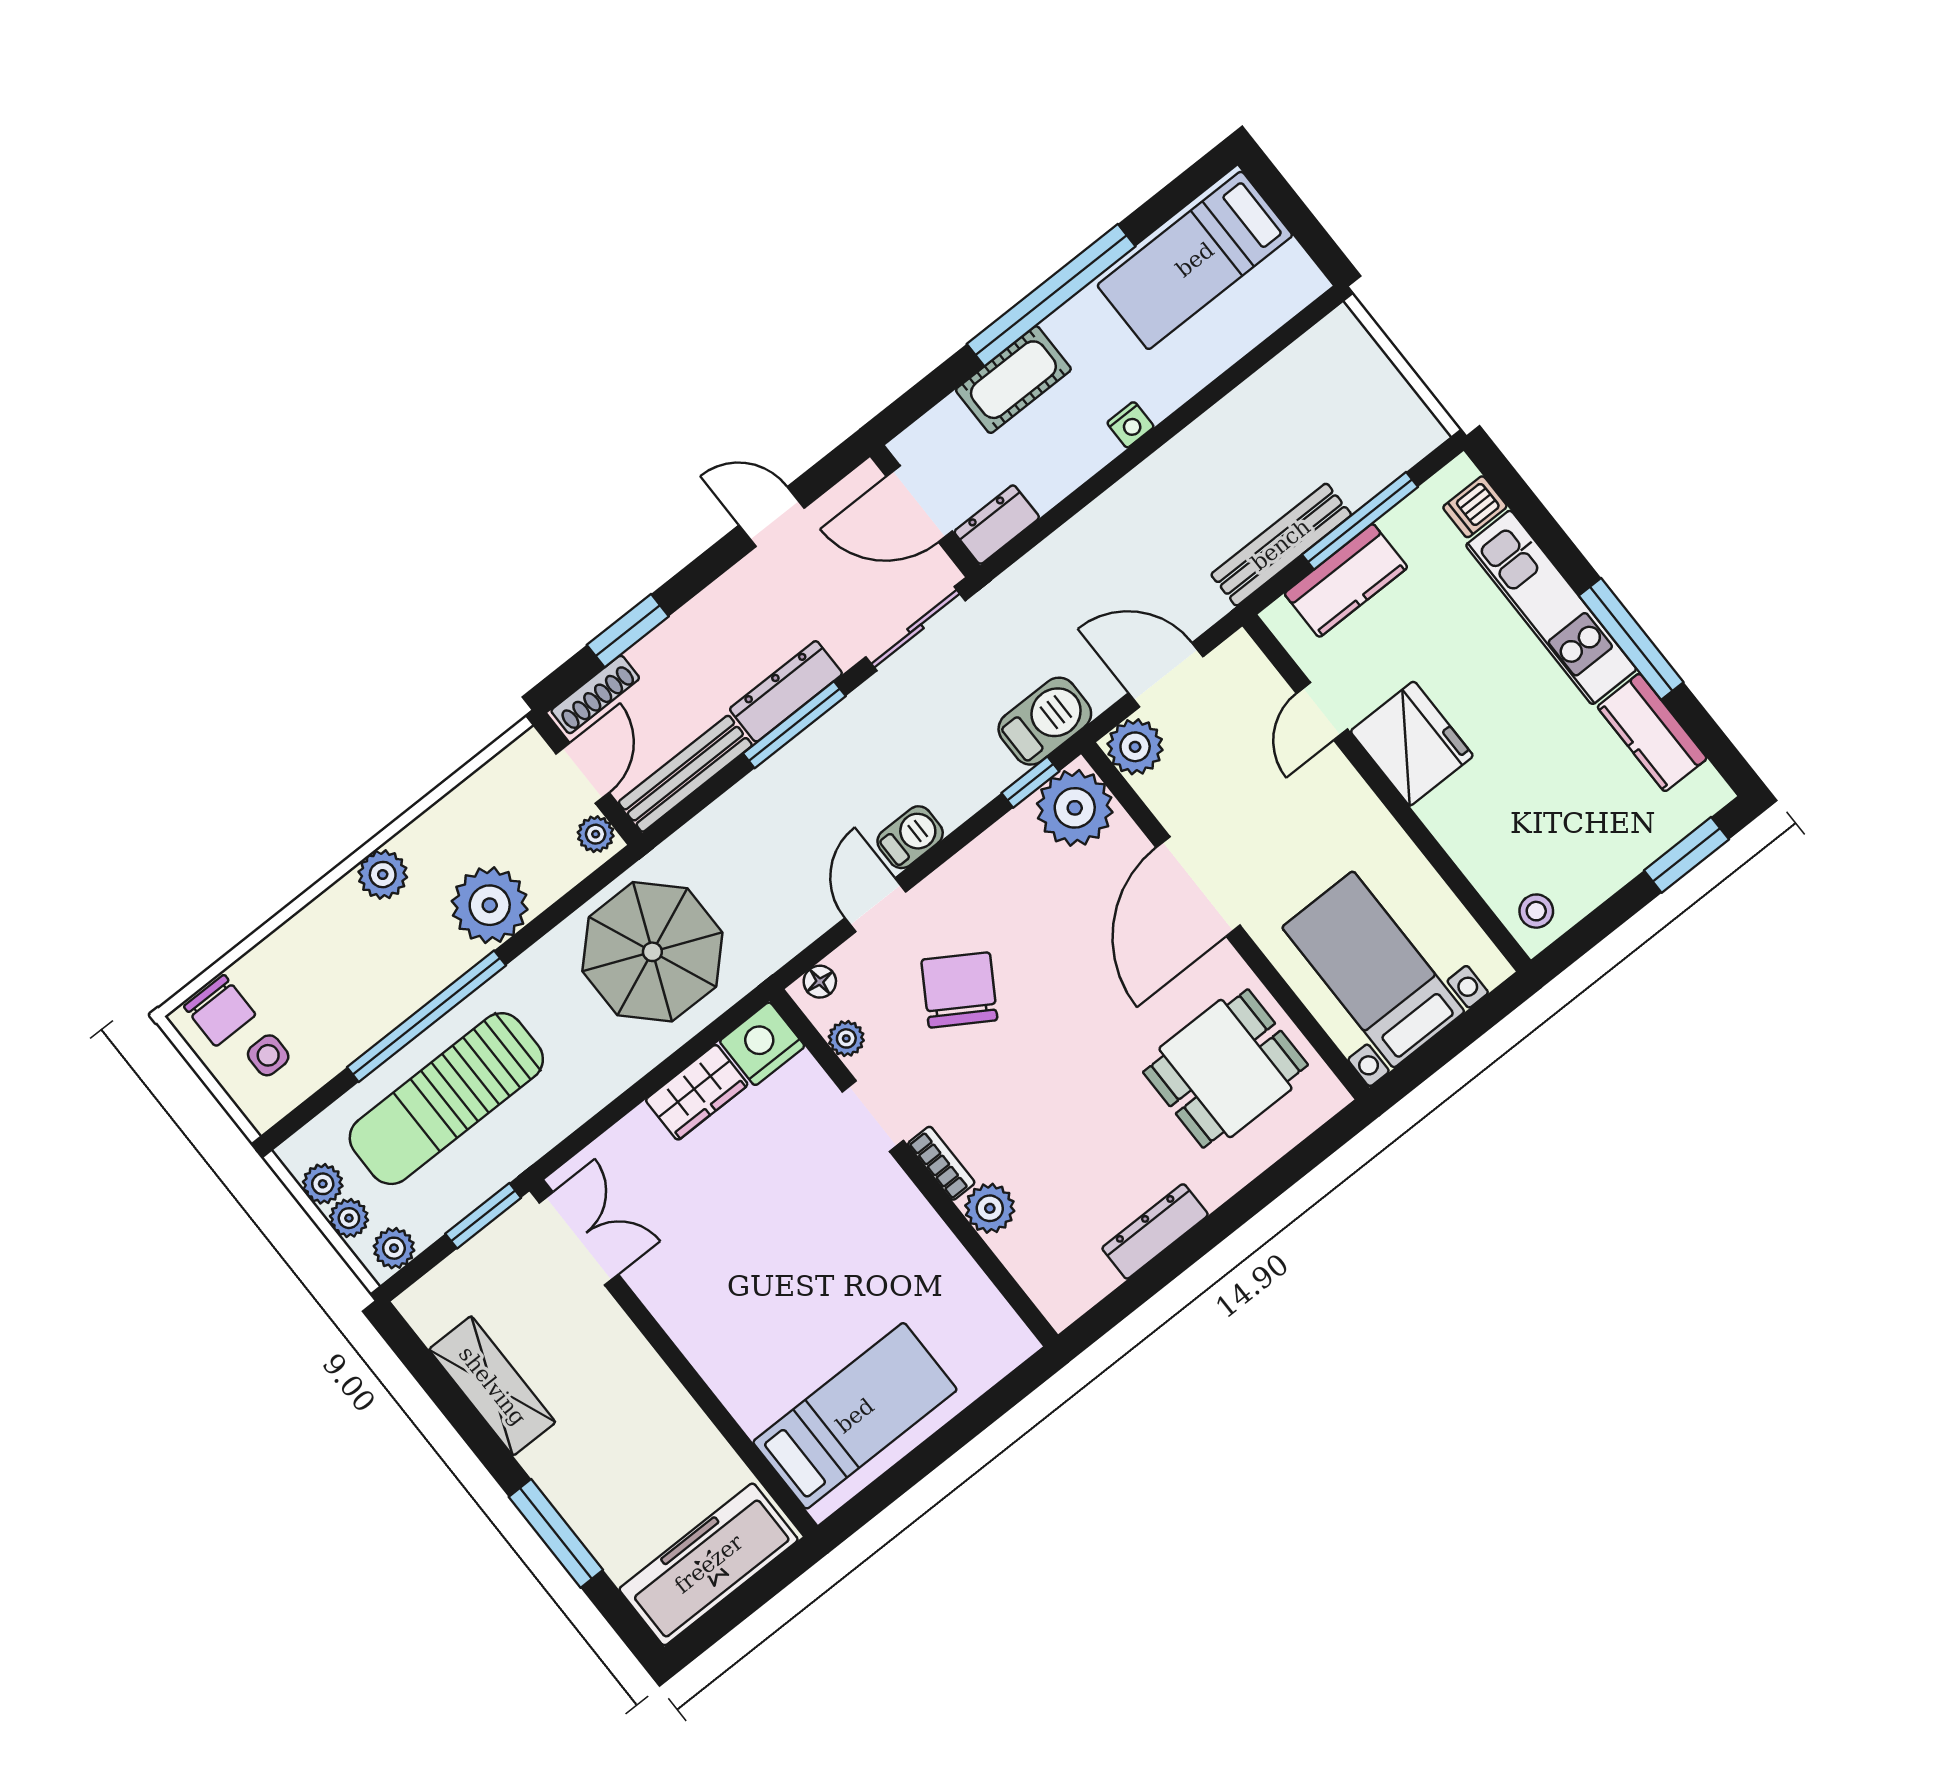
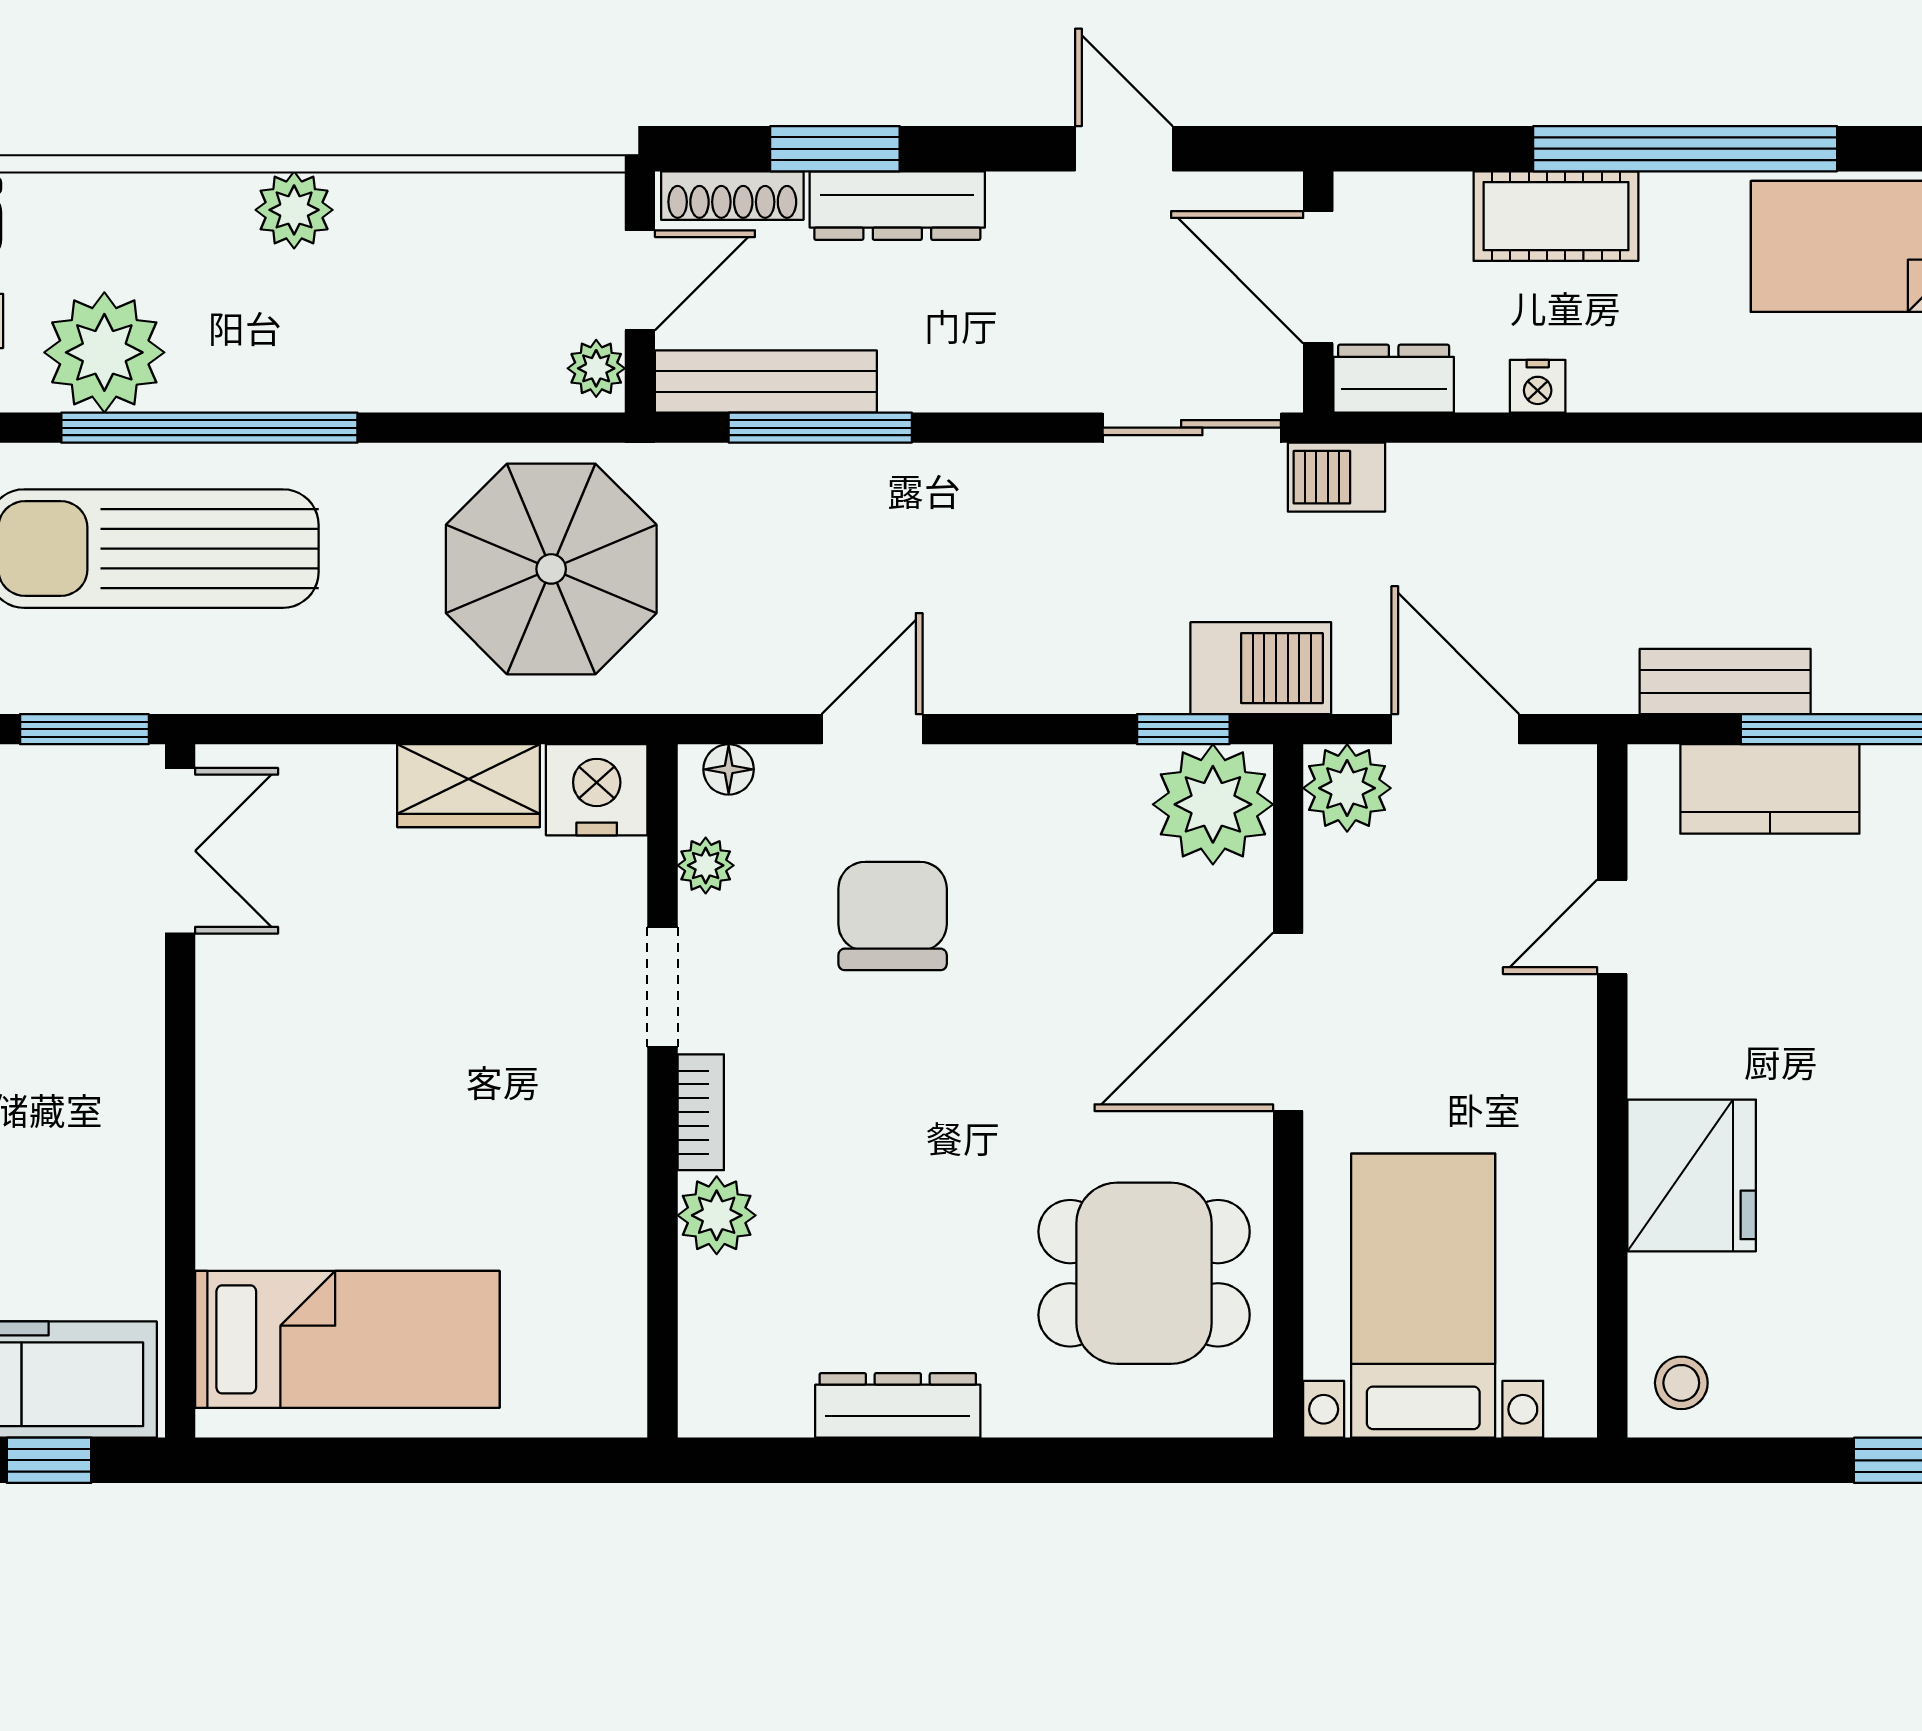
nightstand: (1130, 425) -> (1538, 386), moved
bench: (1281, 545) -> (1725, 681), width x0.73
dresser: (786, 691) -> (897, 206), moved, turned 180
window: (794, 725) -> (820, 428), moved
fridge: (1412, 744) -> (1692, 1175), moved
barbecue: (910, 837) -> (1336, 477), moved, turned 180
plant: (490, 905) -> (104, 352), moved
chair: (959, 990) -> (893, 916), turned -32
window: (754, 1594) -> (49, 1460), added

